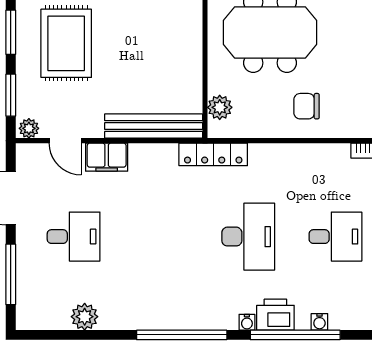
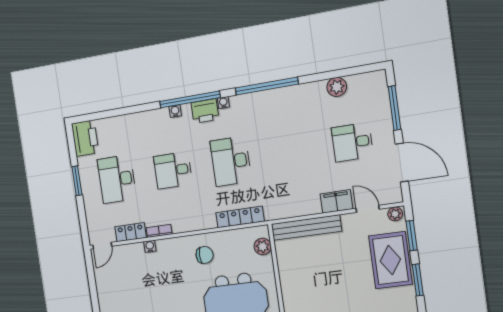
rug: (66, 43) -> (390, 260), moved
locker: (213, 154) -> (240, 217), moved

